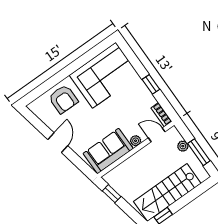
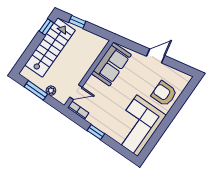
plant: (136, 141) -> (92, 81), removed
door: (58, 143) -> (156, 56), swing flipped
window: (112, 194) -> (77, 22), moved

